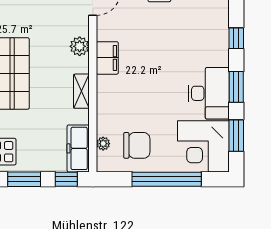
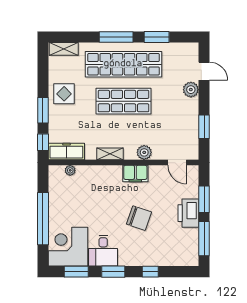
desk: (209, 93) -> (103, 251), width x0.73
chair: (137, 145) -> (139, 218), moved, turned -71

